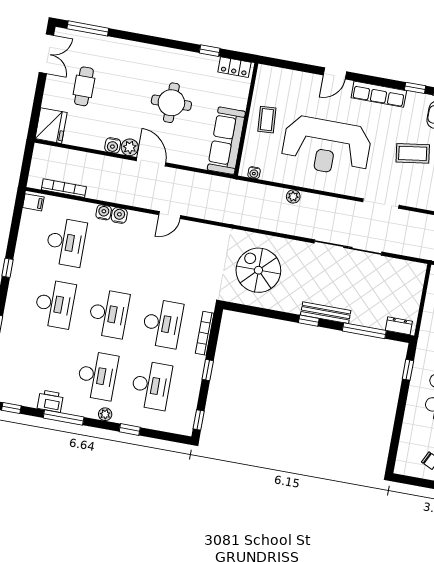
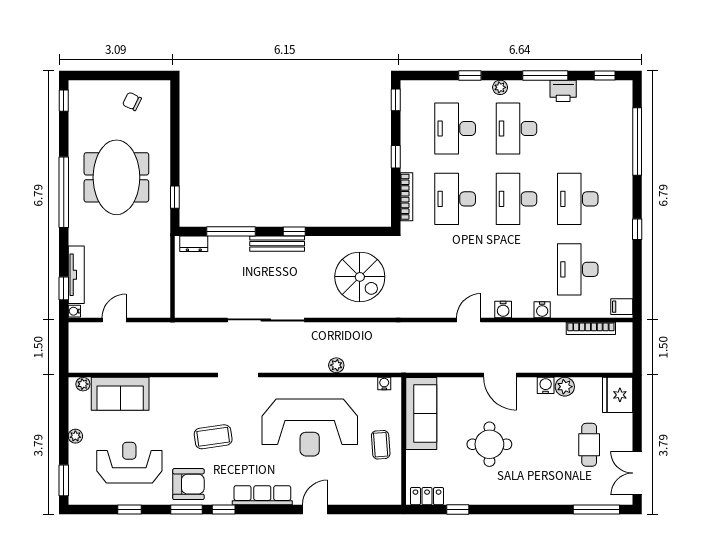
reception desk: (326, 146) -> (310, 427), turned 180
plant: (130, 147) -> (565, 387), moved
water cooler: (119, 215) -> (503, 309), moved

